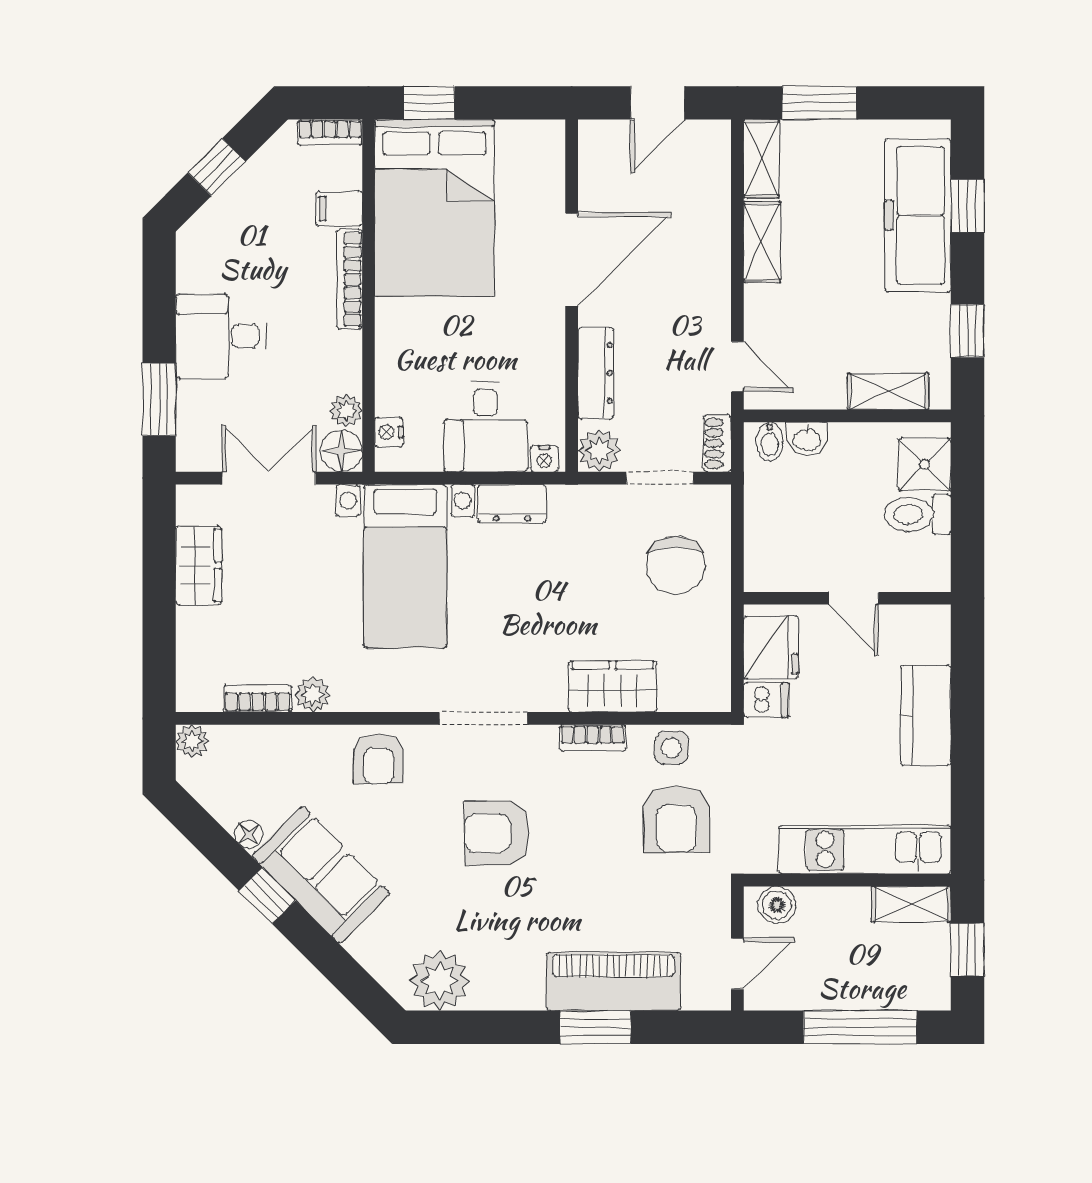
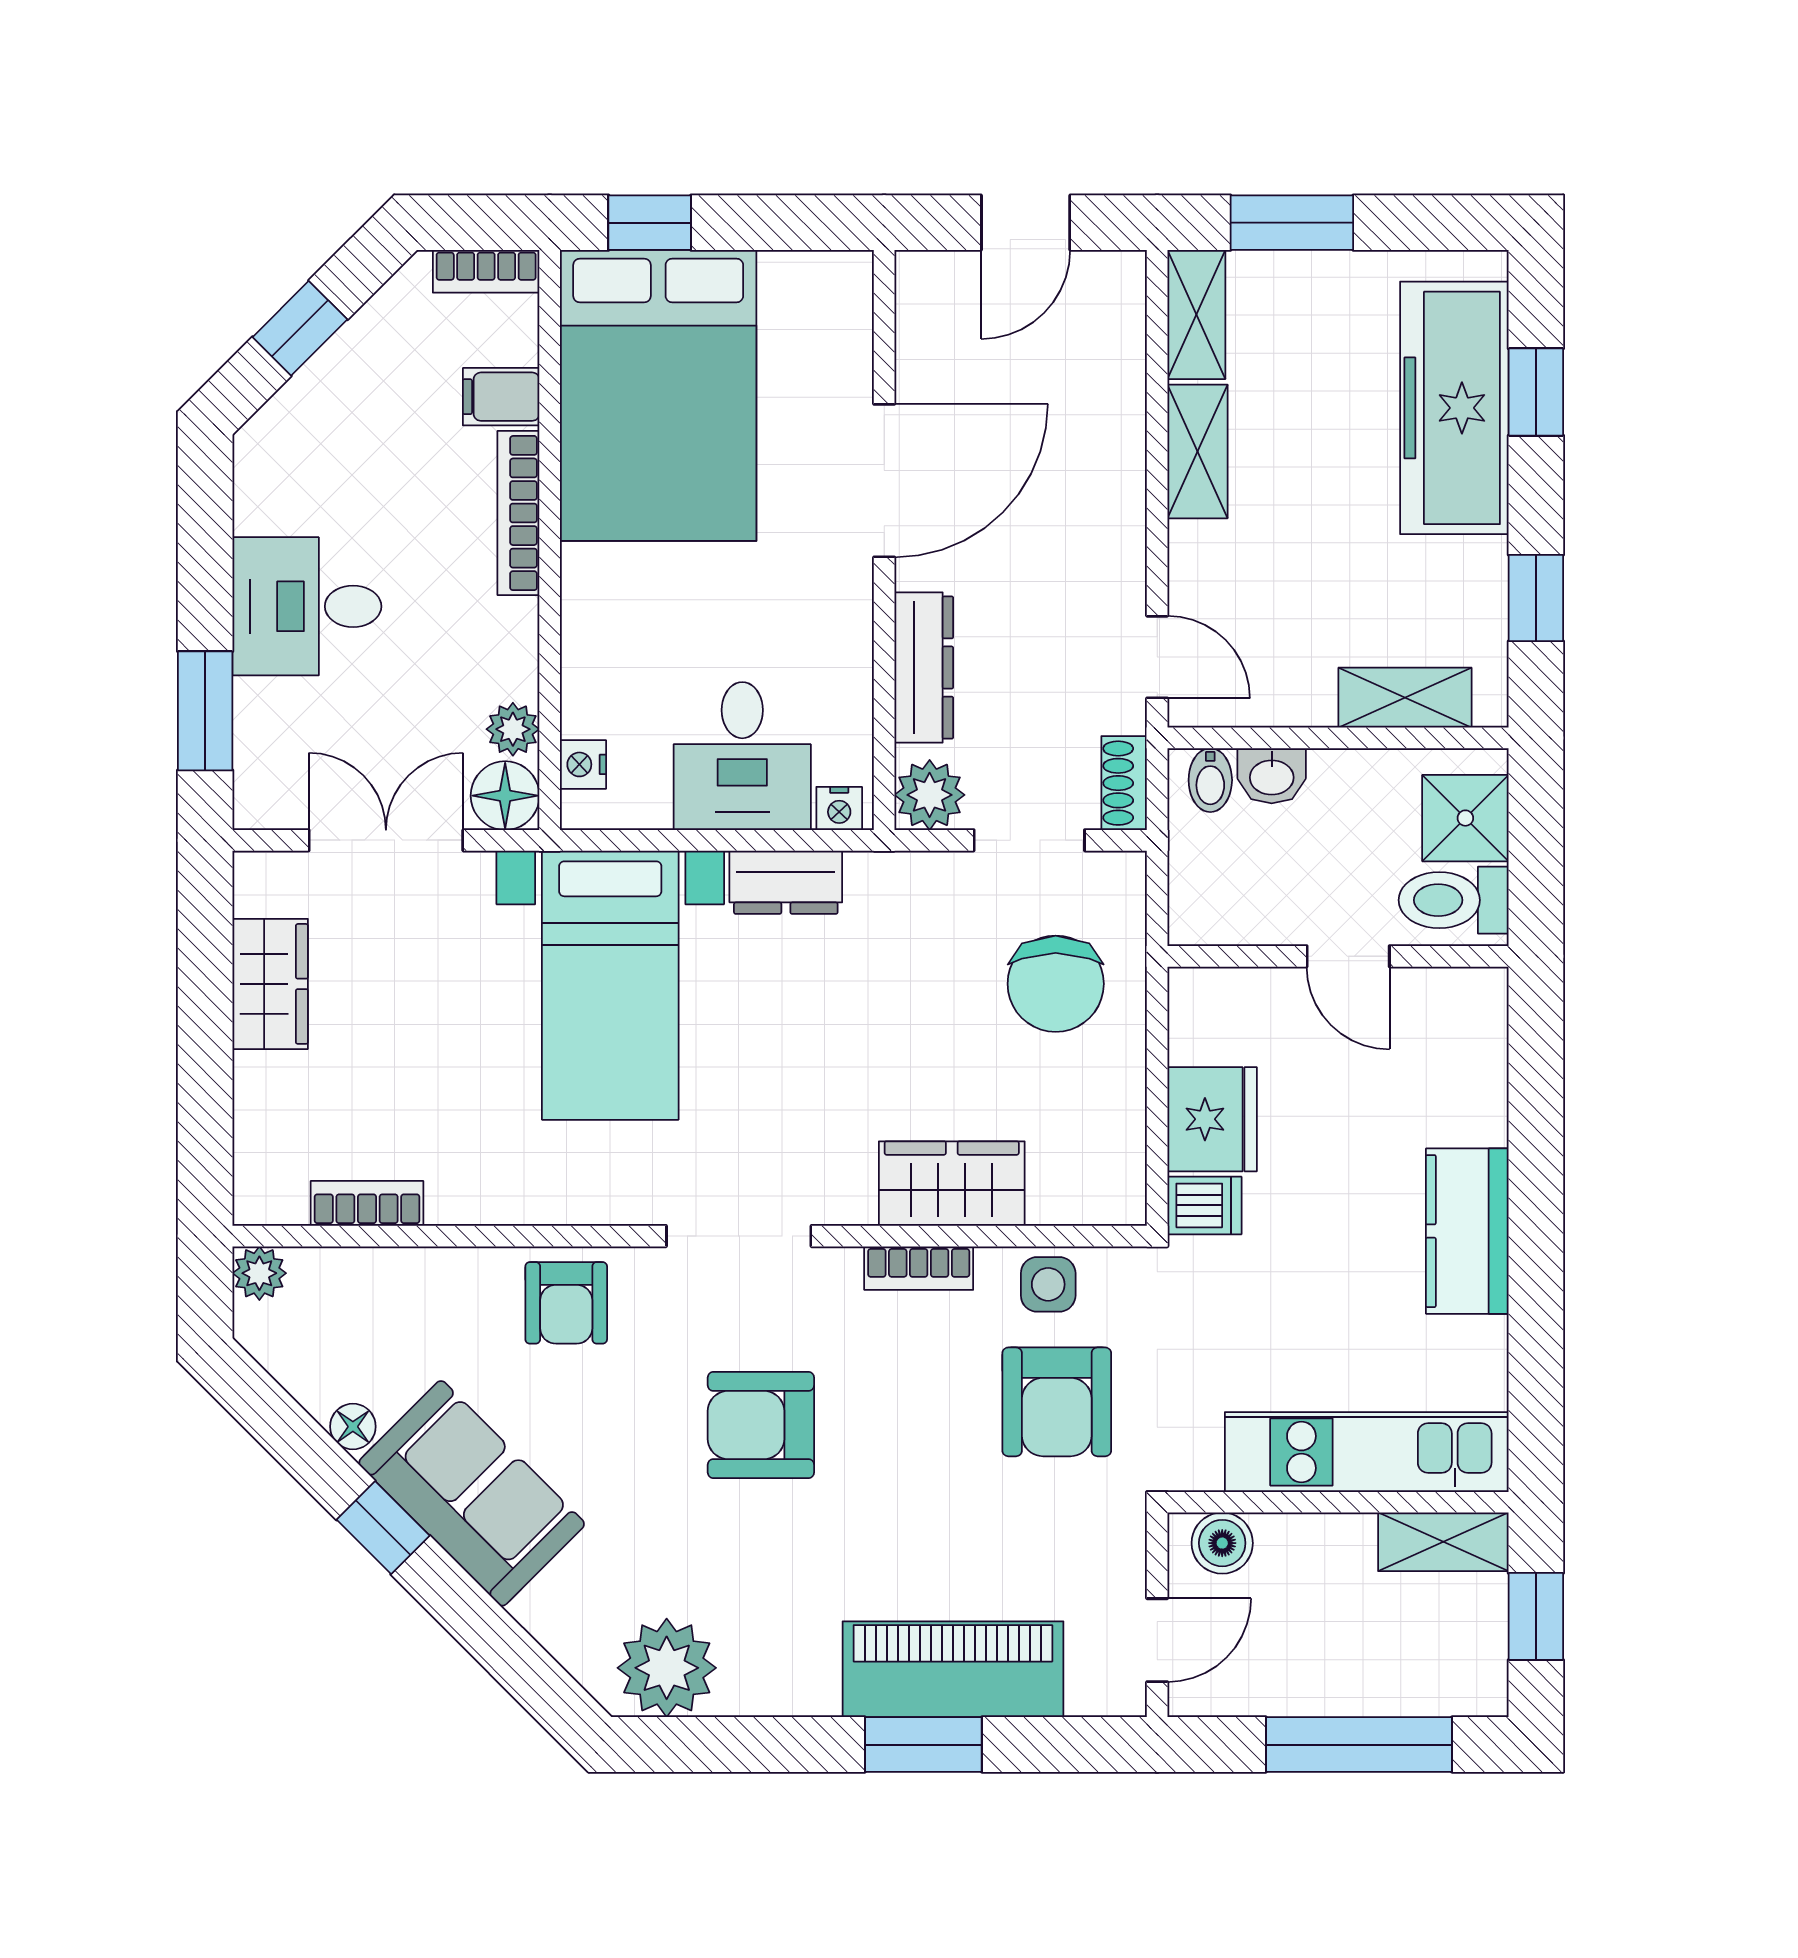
wall: (847, 598) -> (1338, 956), moved
door: (853, 598) -> (1348, 956), moved
plant: (313, 695) -> (458, 1197), removed

